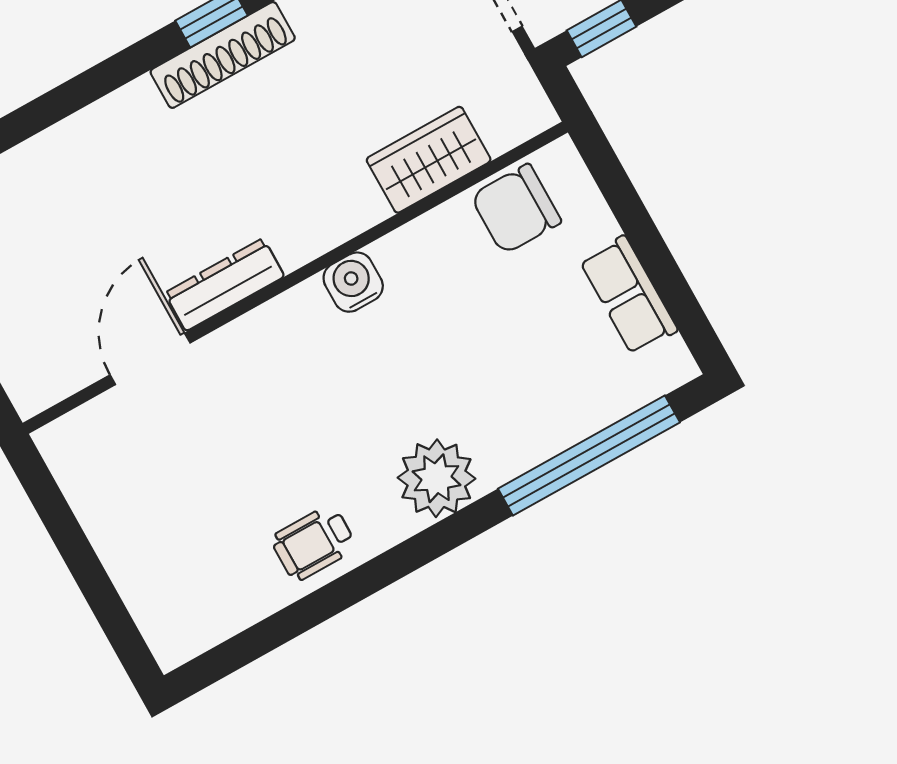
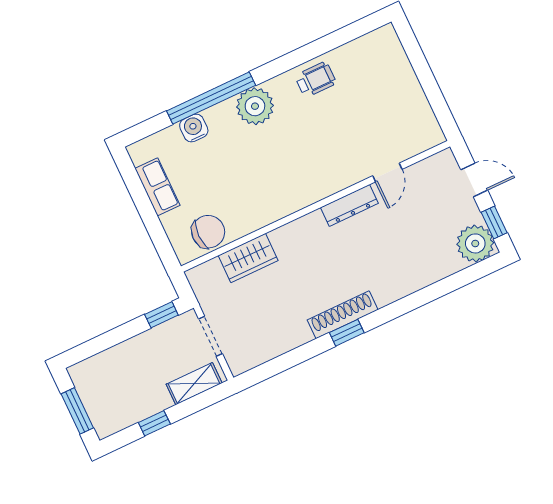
water cooler: (353, 282) -> (194, 128), moved, turned 180
door: (150, 359) -> (387, 173), width x0.73
window: (589, 456) -> (211, 98), moved

